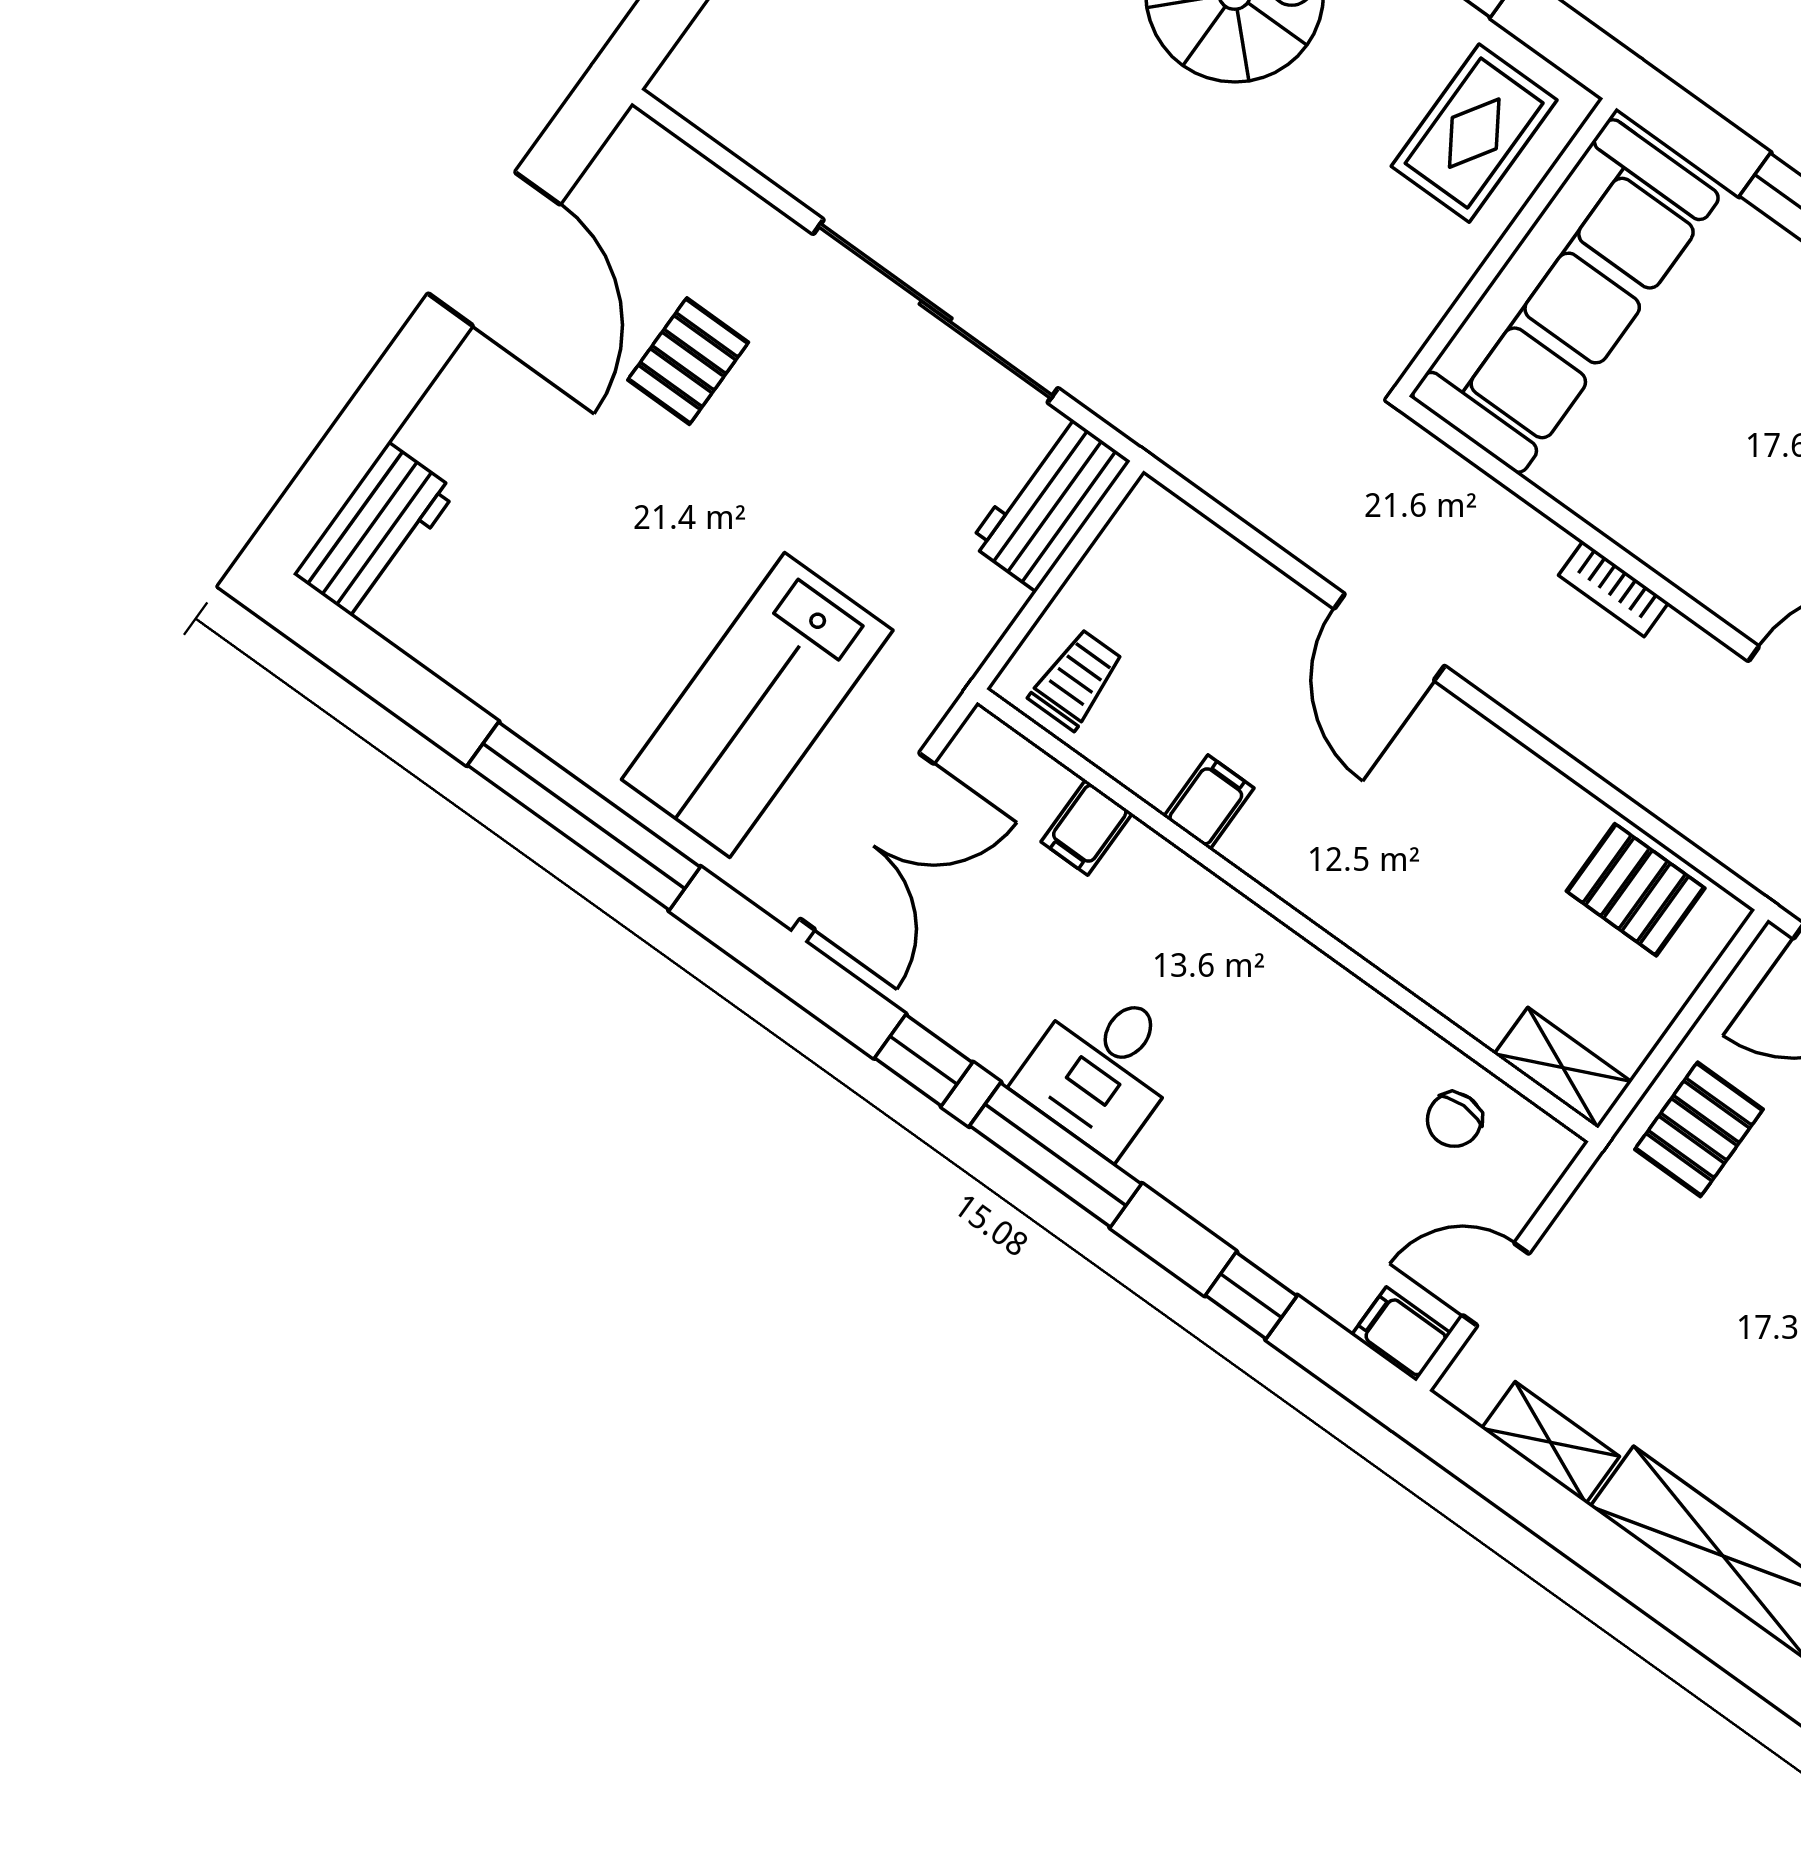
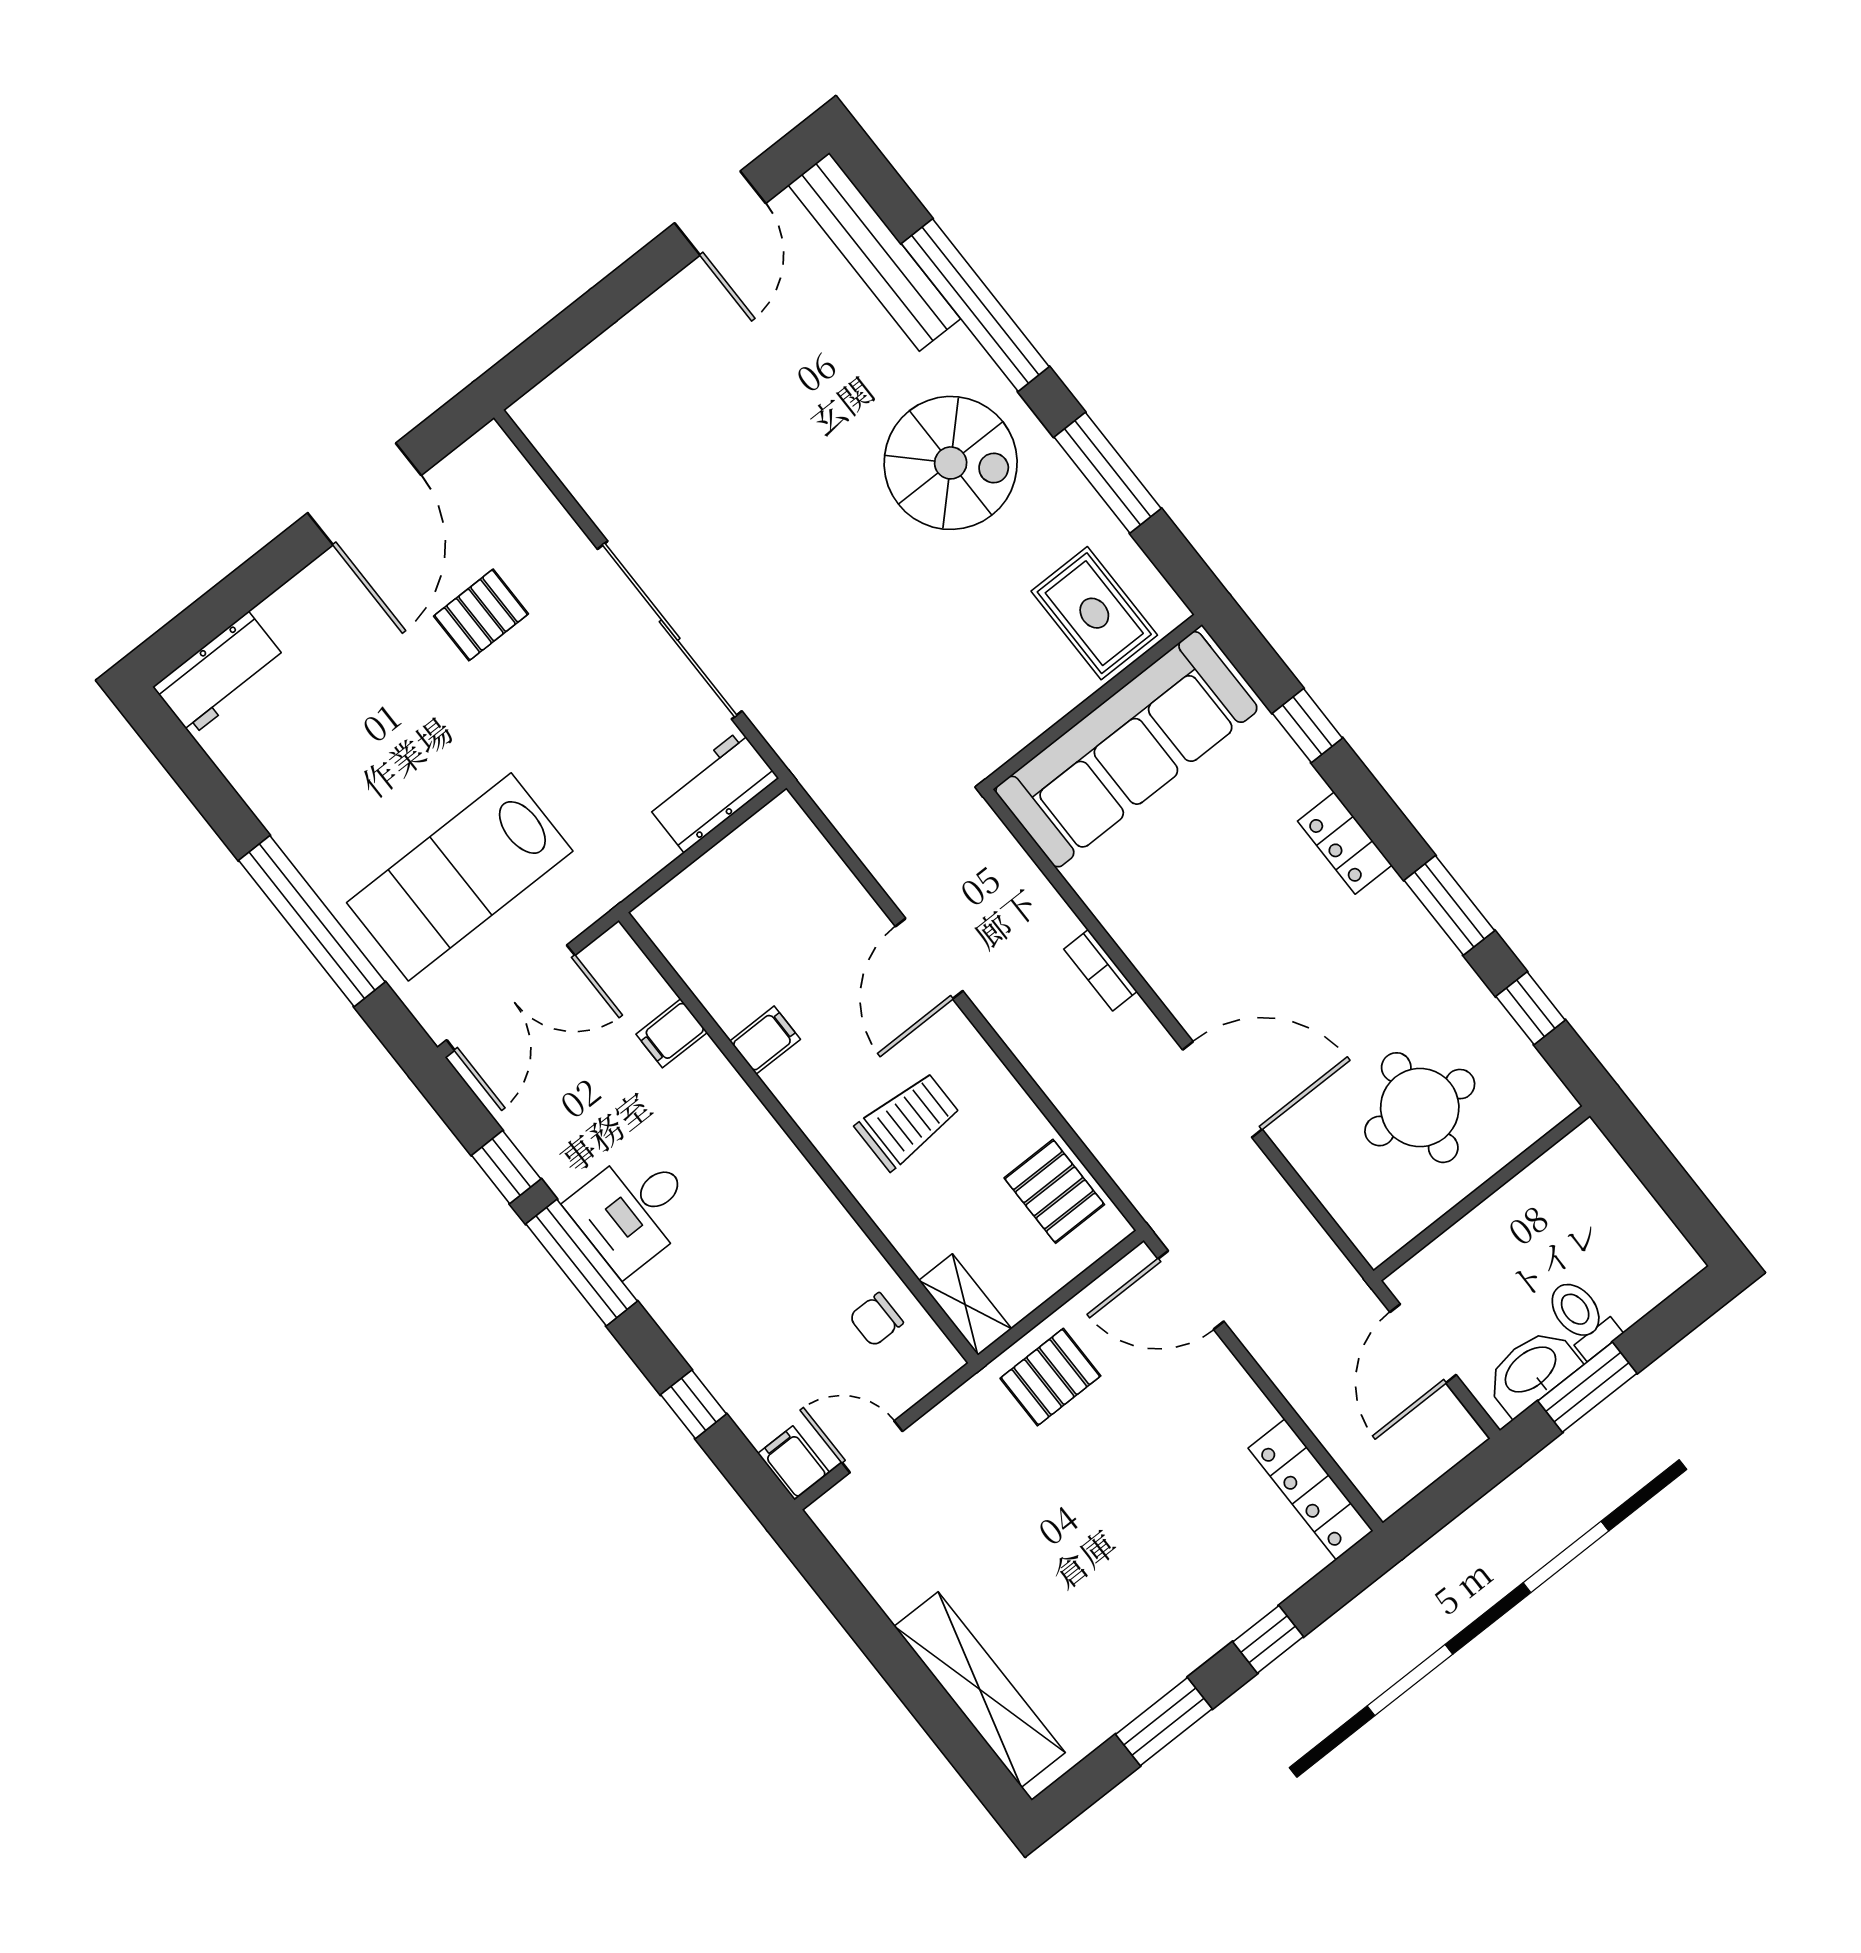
rug: (1474, 133) -> (1094, 613), turned 90
trolley: (1076, 679) -> (908, 1121), moved, width x1.36, depth x1.39
shelving: (1550, 1442) -> (879, 1572), removed

